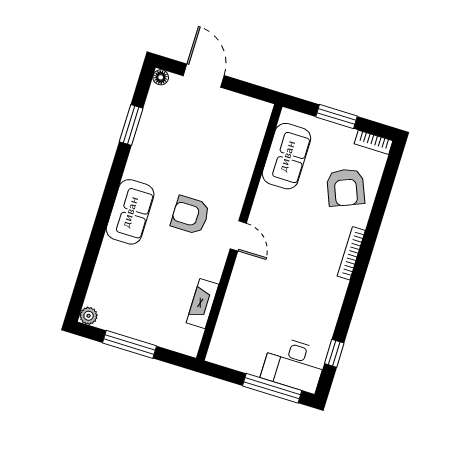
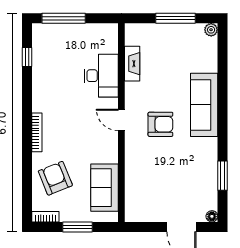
sofa: (130, 212) -> (204, 105), width x1.36
desk: (294, 365) -> (101, 76), moved, turned 90

